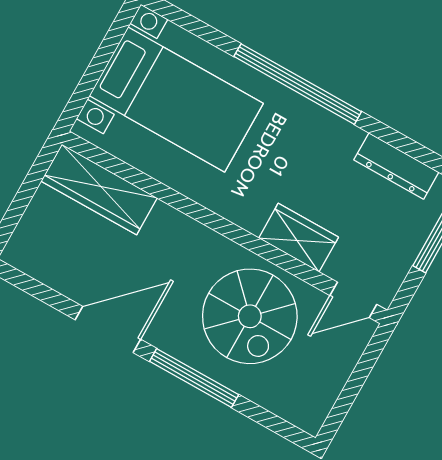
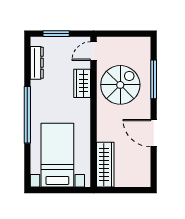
door: (353, 300) -> (93, 51), swing flipped
window: (194, 378) -> (154, 79), moved

